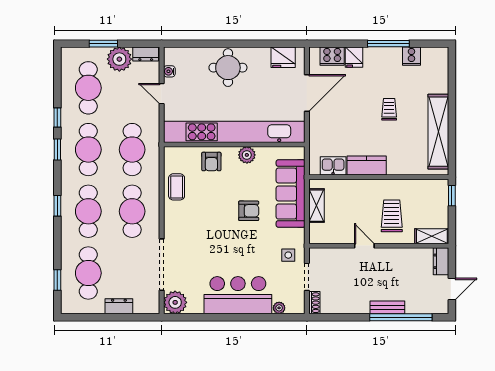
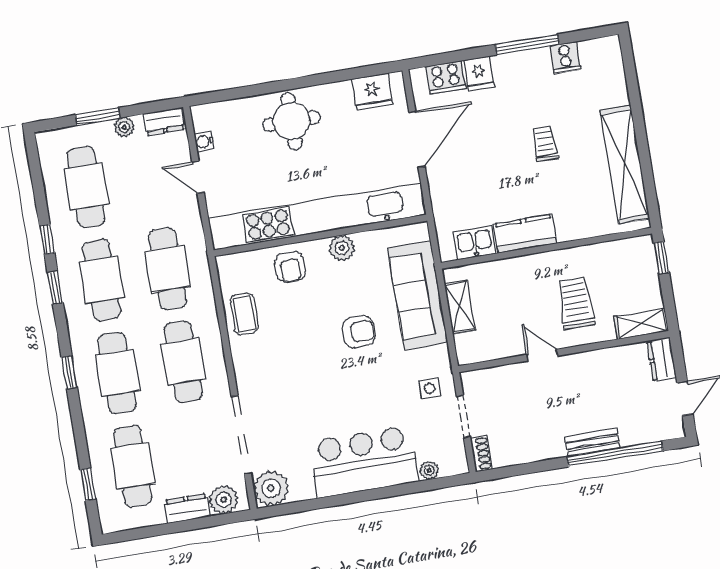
plant: (119, 59) -> (124, 127), width x0.53, depth x0.53
plant: (143, 305) -> (224, 500), added

